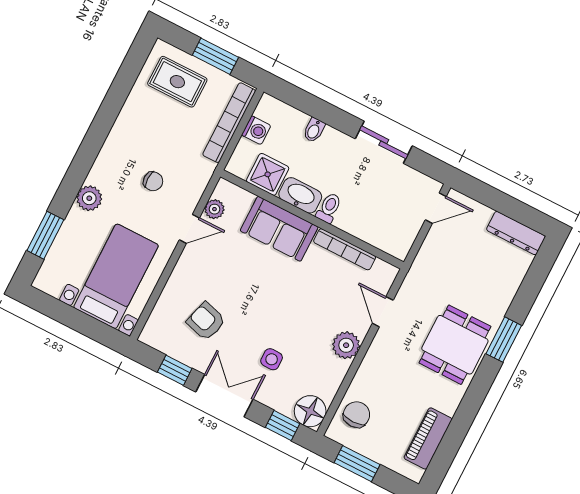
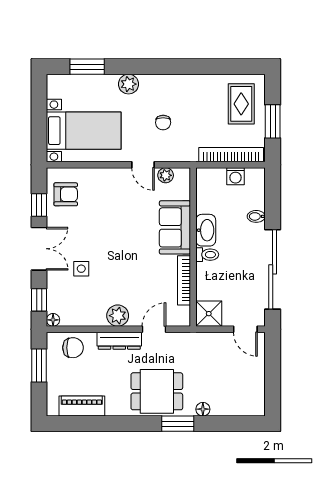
sliding door: (384, 142) -> (273, 269), width x1.86
shower: (268, 174) -> (209, 314), moved
dresser: (516, 233) -> (119, 341), moved, turned -90
floor lamp: (502, 303) -> (203, 409), added
armchair: (206, 321) -> (66, 194), moved, turned 74
floor lamp: (310, 411) -> (53, 320), width x0.53, depth x0.53

